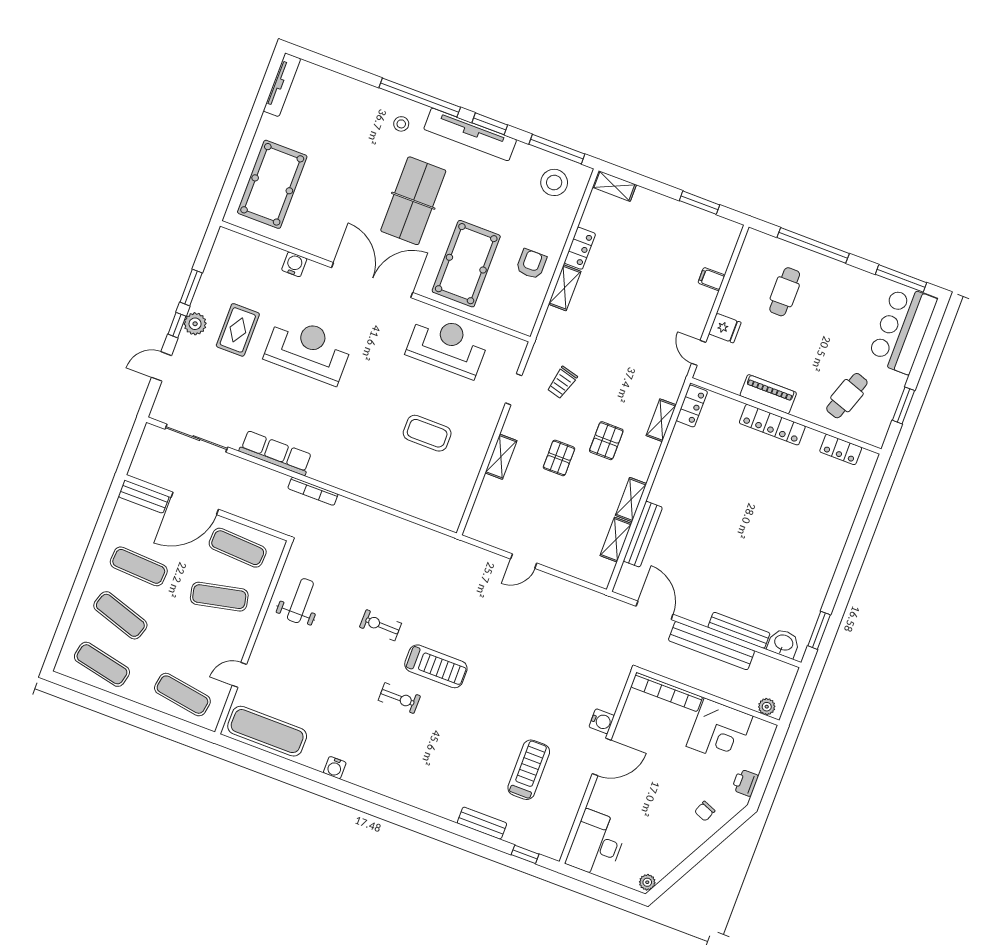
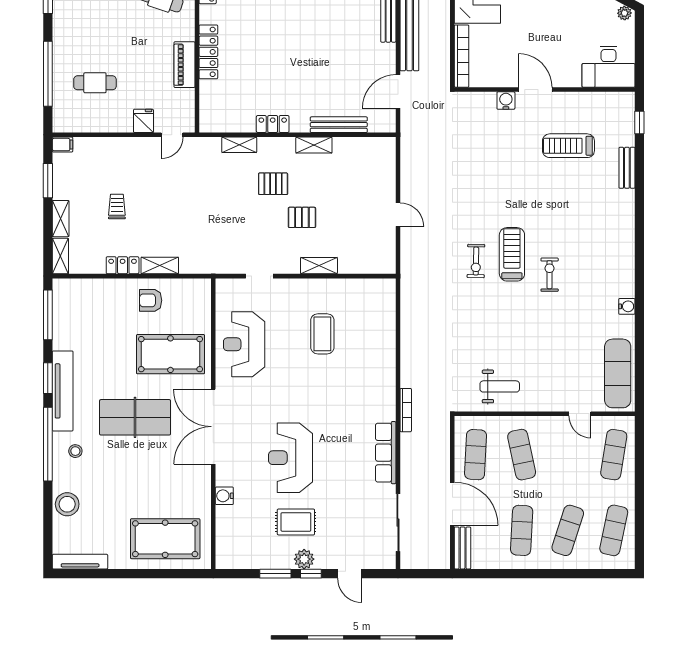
stool: (554, 182) -> (67, 504), moved
filing cabinet: (711, 279) -> (63, 145), moved, turned -90
trolley: (562, 383) -> (117, 206), moved, turned -105
locker: (692, 406) -> (273, 124), moved
shelving: (616, 540) -> (61, 219), moved, turned 90
weight bench: (300, 601) -> (500, 386), turned 180
exercise bike: (380, 625) -> (476, 261), moved

